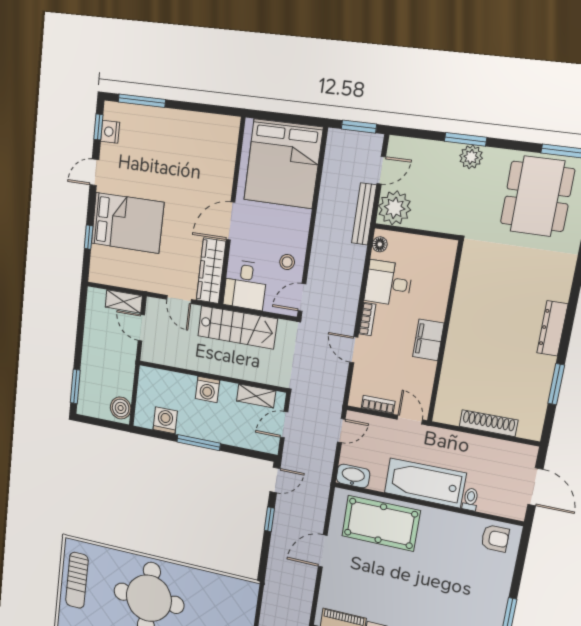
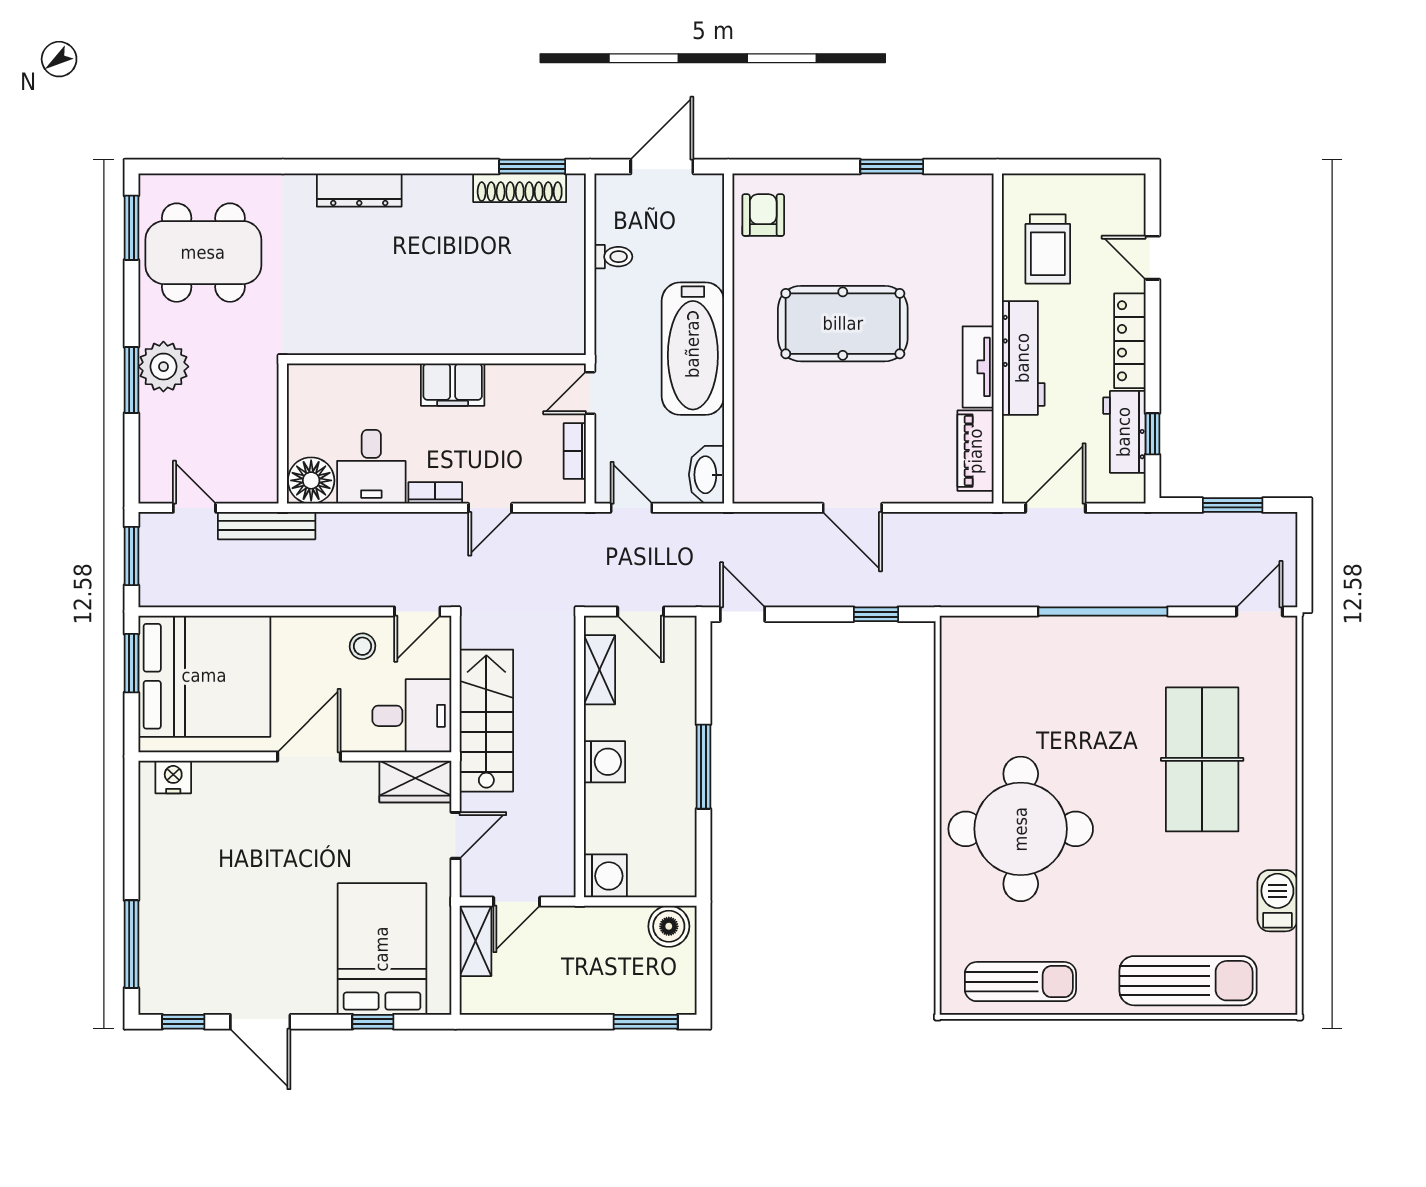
window: (297, 119) -> (131, 663), added
nightstand: (110, 132) -> (173, 777), moved, turned 180
plant: (471, 157) -> (163, 367), width x1.36, depth x1.36
door: (94, 172) -> (260, 1022), width x1.38
plant: (395, 208) -> (250, 476), removed
door: (231, 221) -> (309, 756), swing flipped
bed: (127, 223) -> (382, 949), moved
floor lamp: (380, 244) -> (311, 480), width x1.89, depth x1.89
wardrobe: (211, 271) -> (415, 781), width x0.67
door: (302, 297) -> (417, 611), hinge flipped
dresser: (552, 328) -> (359, 190), moved
window: (556, 384) -> (532, 167), moved
washing machine: (165, 420) -> (605, 876), moved, turned 180
shoe rack: (488, 423) -> (520, 188), moved, turned -90
toilet: (470, 499) -> (613, 257), moved, turned 180
window: (269, 519) -> (876, 614), moved
pool table: (381, 523) -> (843, 324), moved, turned 90

